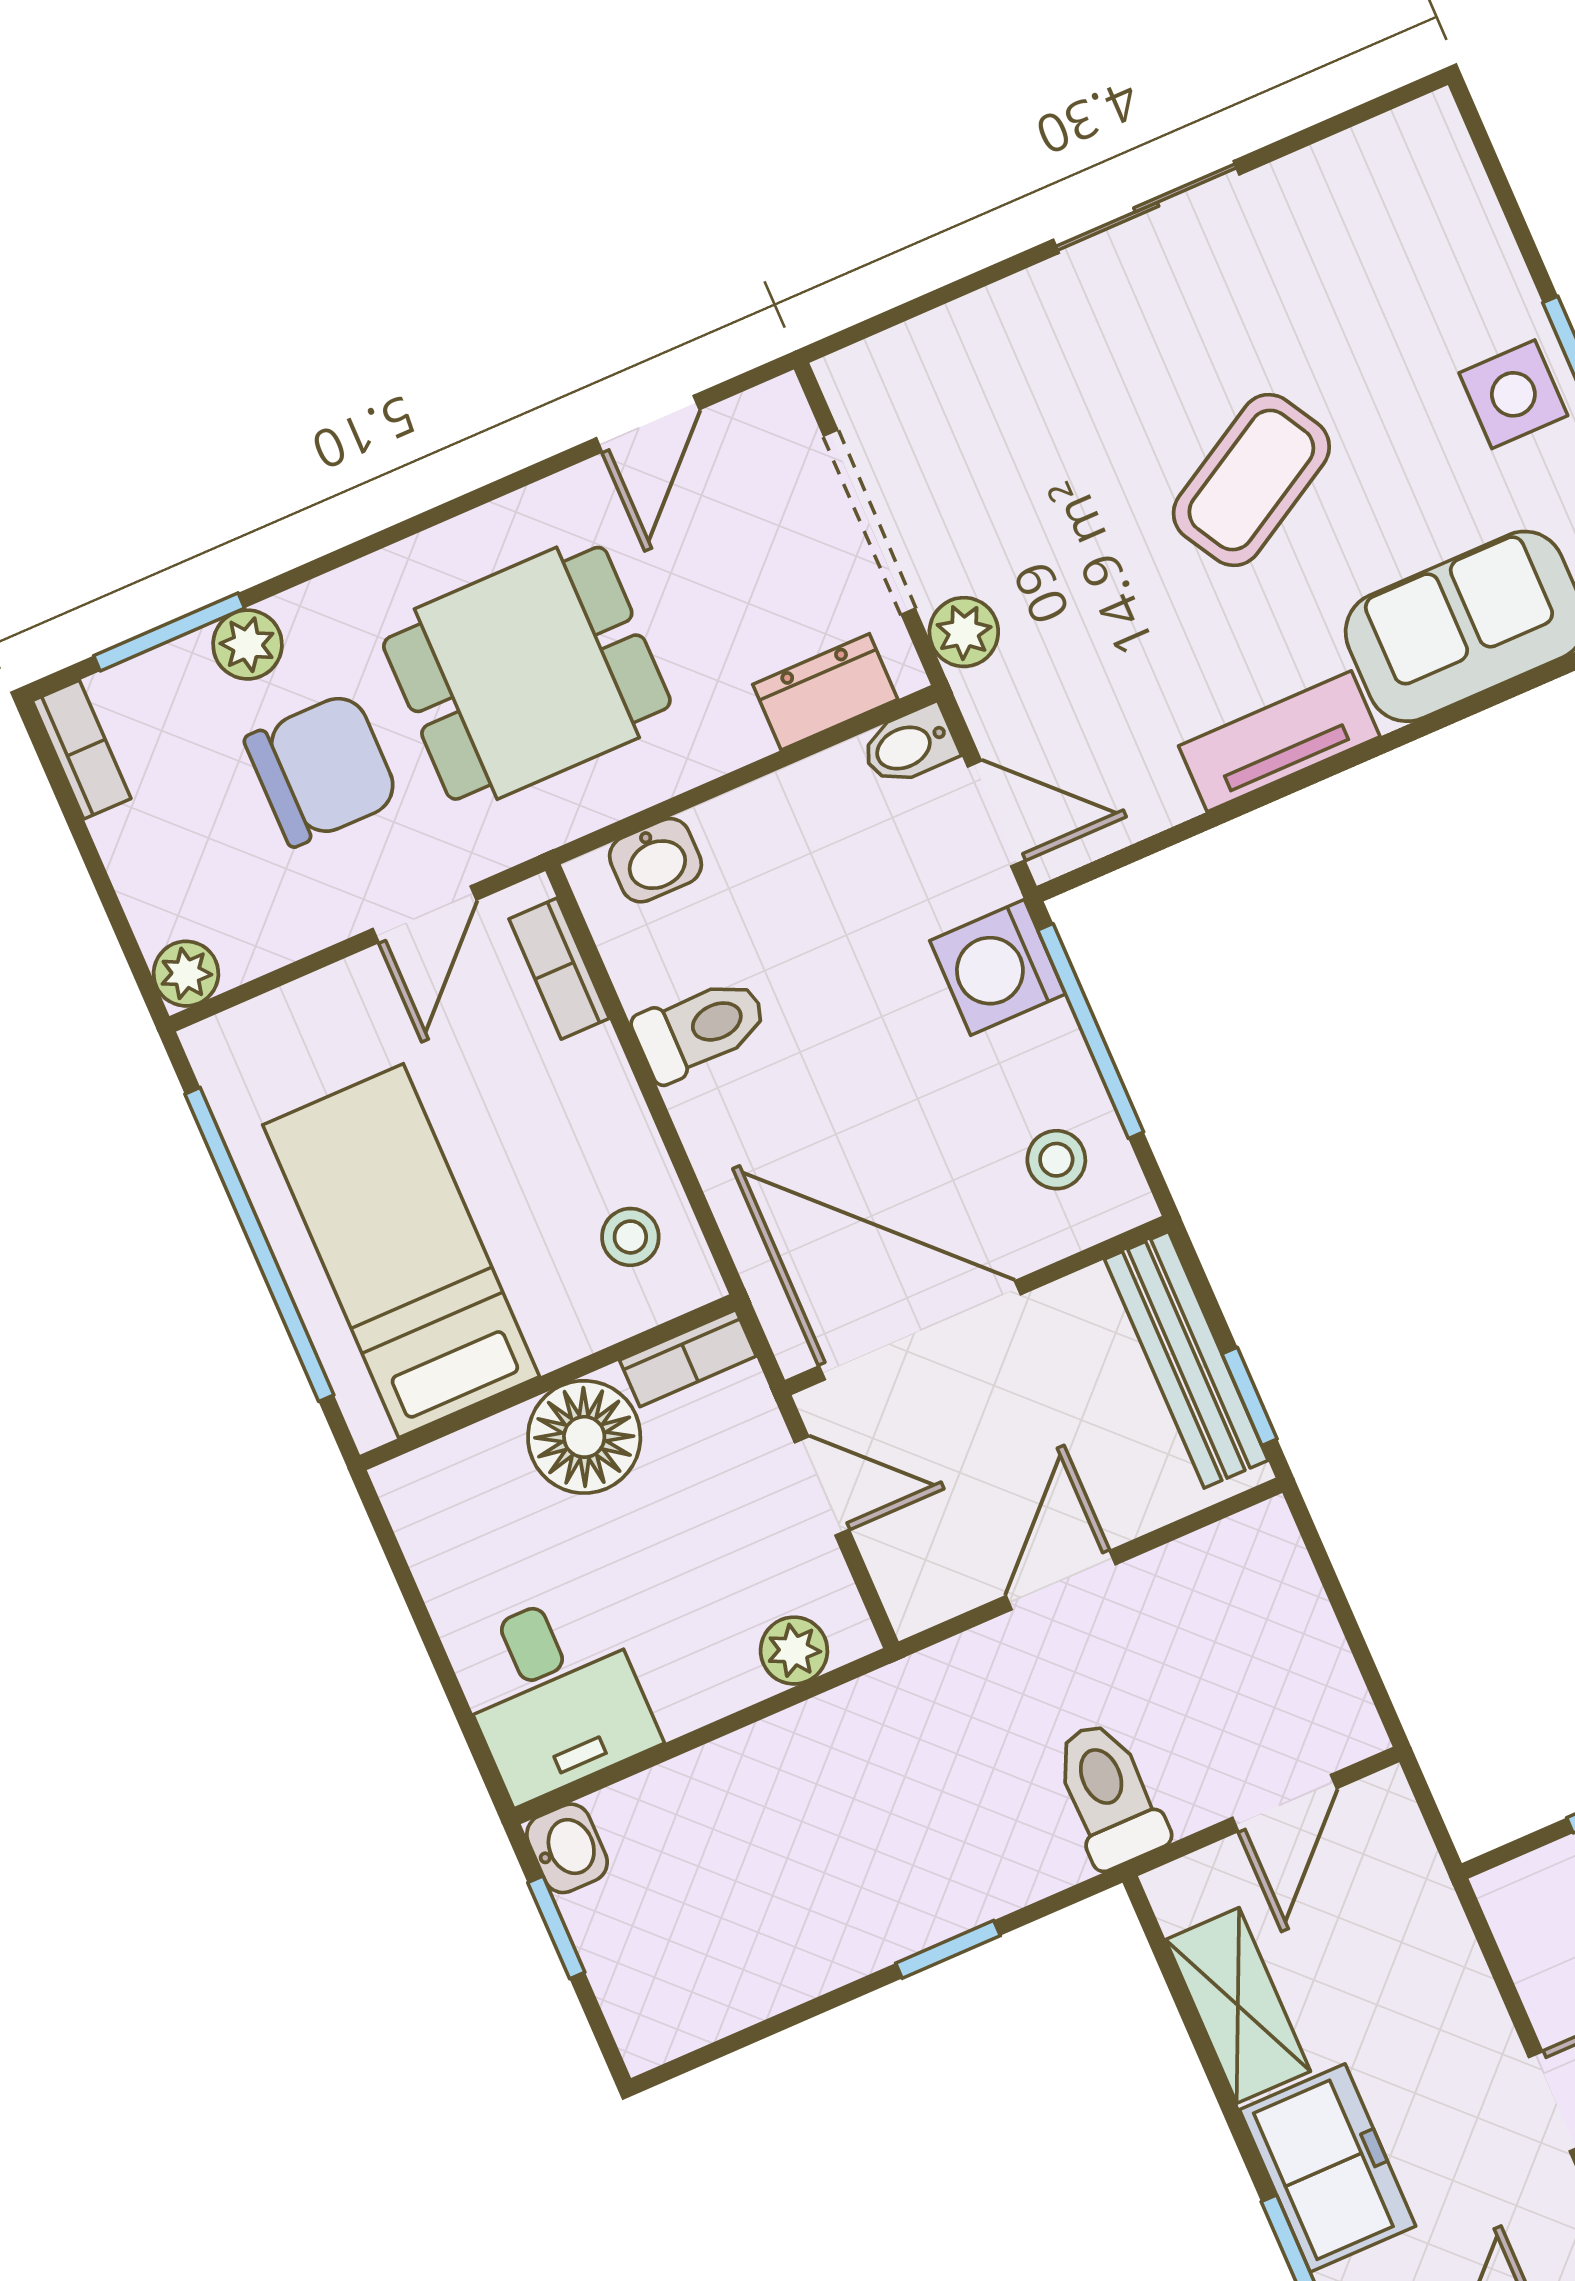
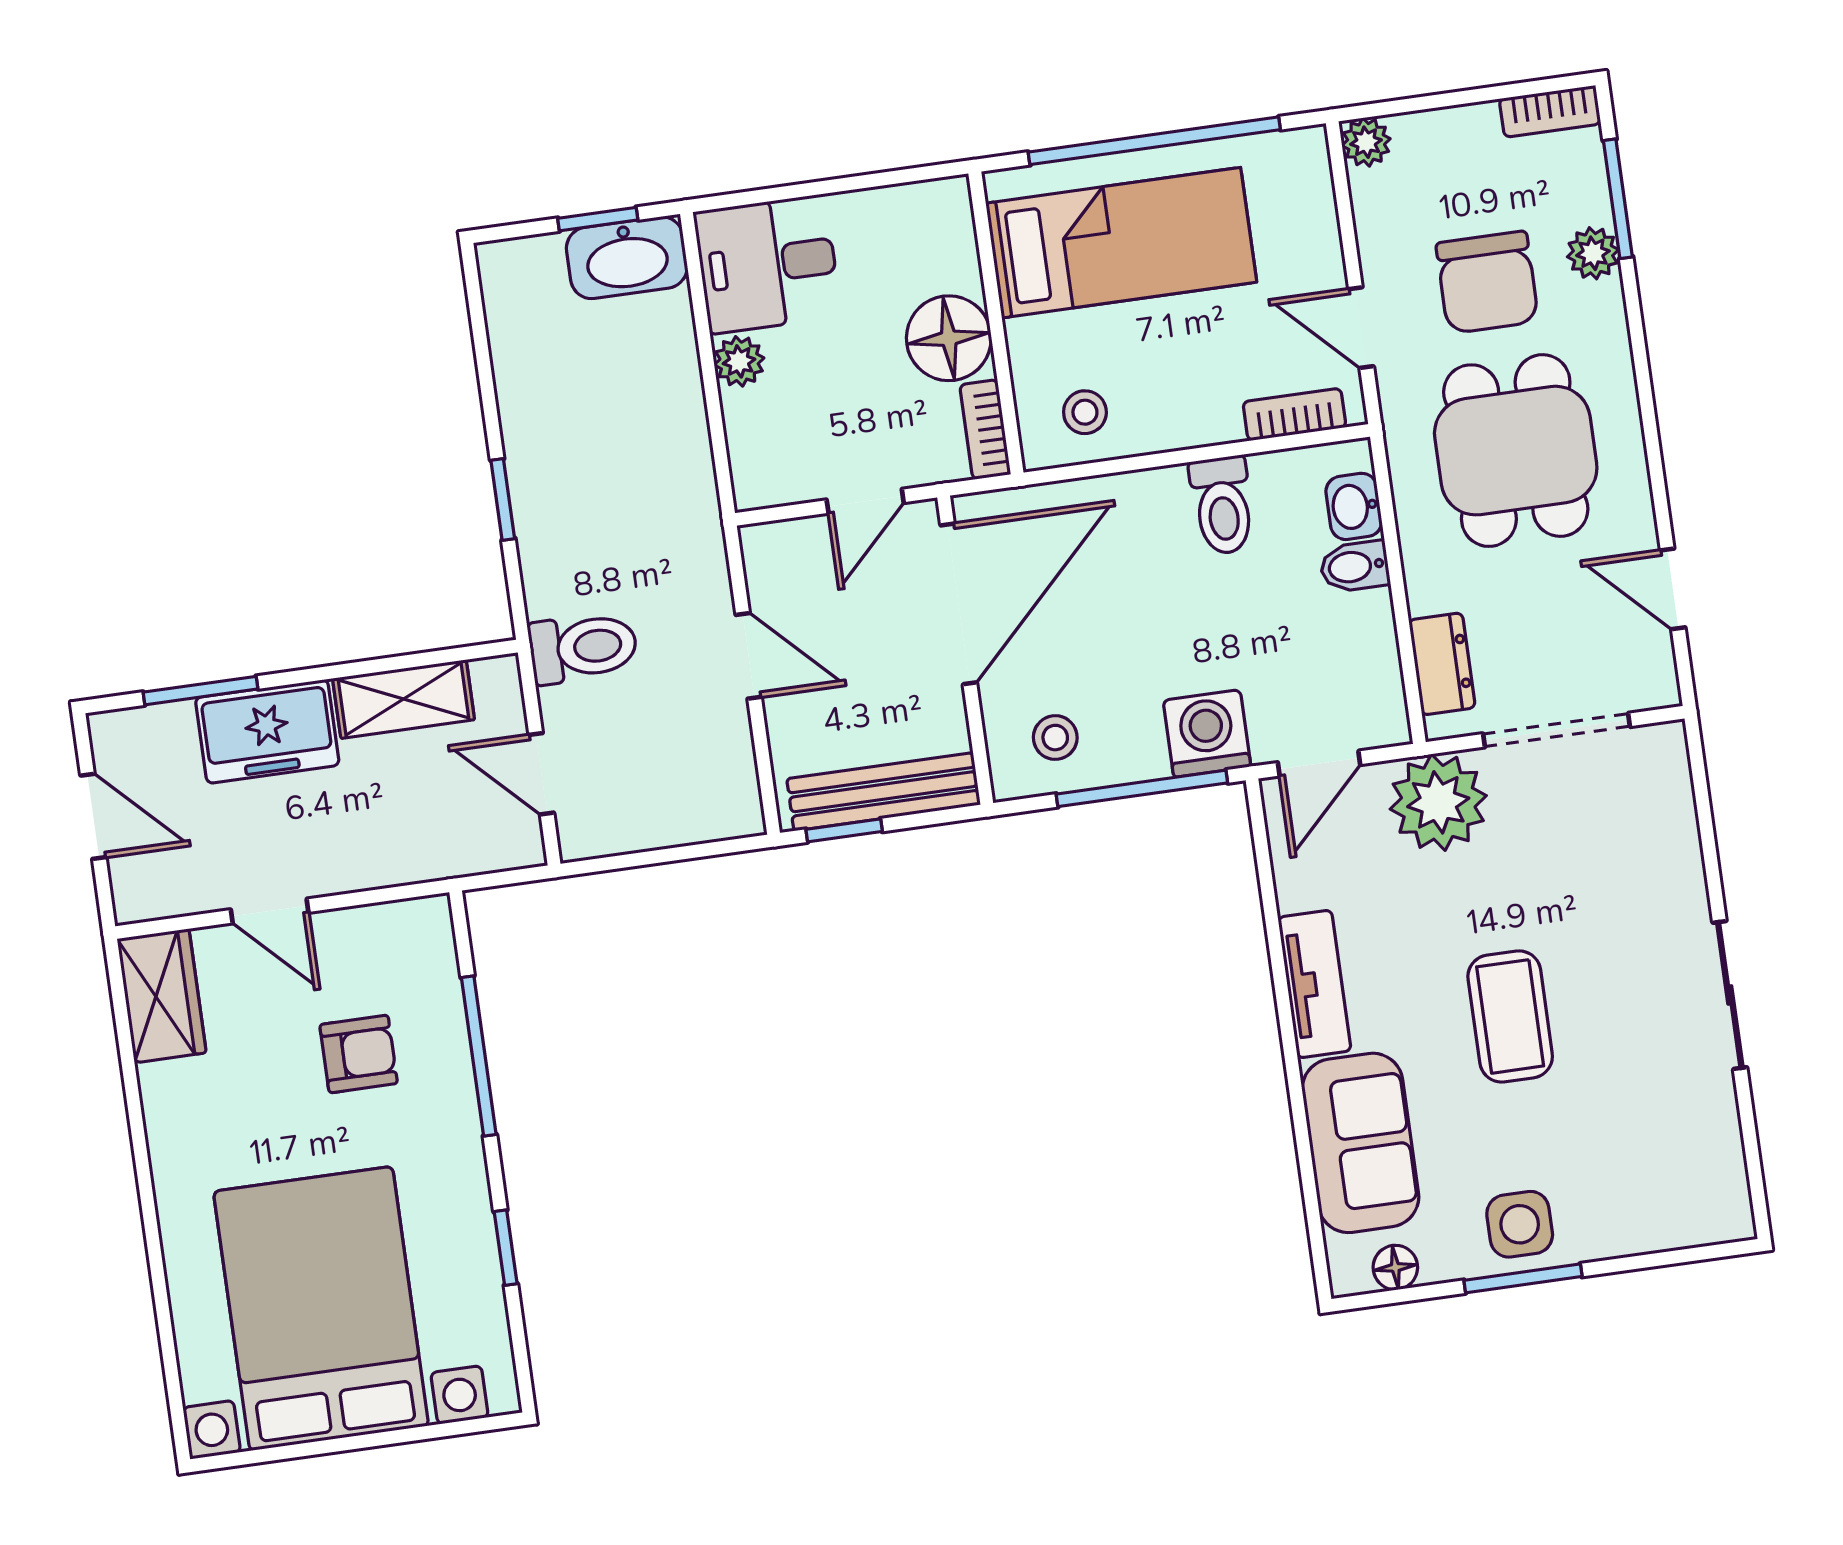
coffee table: (1251, 480) -> (1510, 1016), turned 30
plant: (964, 632) -> (1438, 802), width x1.88, depth x1.88
bidet: (909, 746) -> (1355, 566), moved, turned -90
plant: (794, 1651) -> (739, 361), moved
washbasin: (567, 1848) -> (627, 258), width x1.91, depth x1.45

